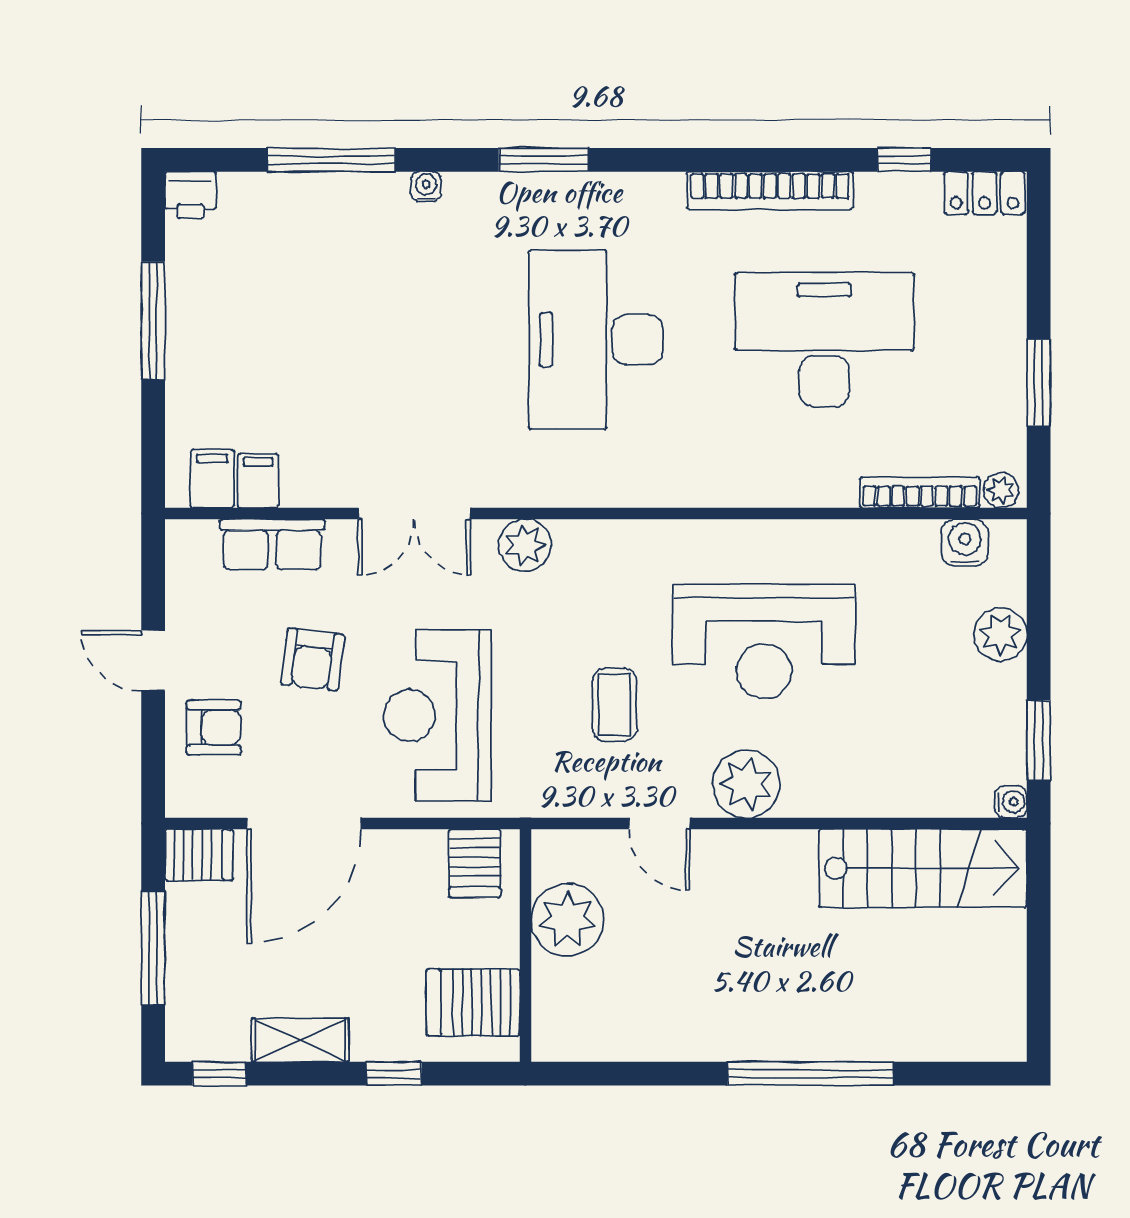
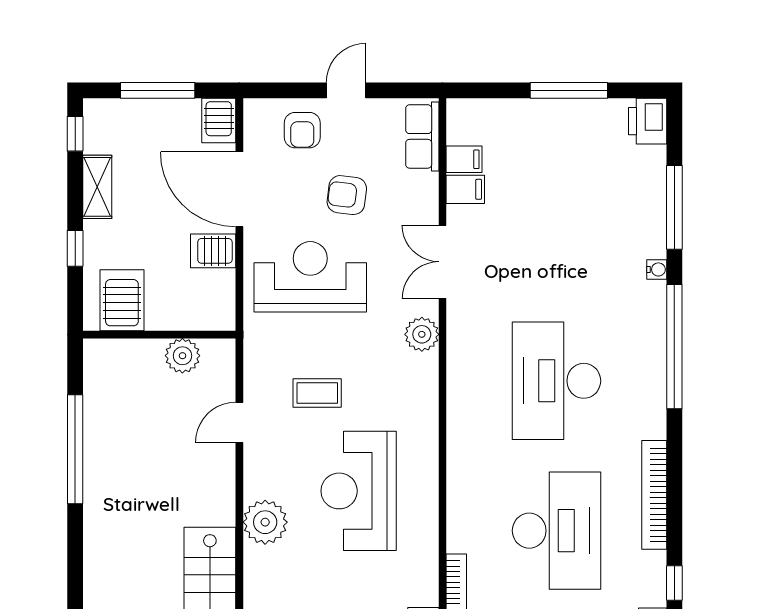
window: (544, 160) -> (674, 347), width x2.11
printer: (191, 195) -> (648, 121), width x1.36, depth x1.24
desk: (596, 340) -> (556, 381), turned -90
filing cabinet: (212, 479) -> (465, 189), moved
row of seats: (272, 544) -> (422, 136), moved
plant: (746, 784) -> (265, 522), moved
server rack: (475, 863) -> (213, 251), moved
plant: (567, 920) -> (182, 356), width x0.73, depth x0.73
window: (811, 1074) -> (75, 449), moved

